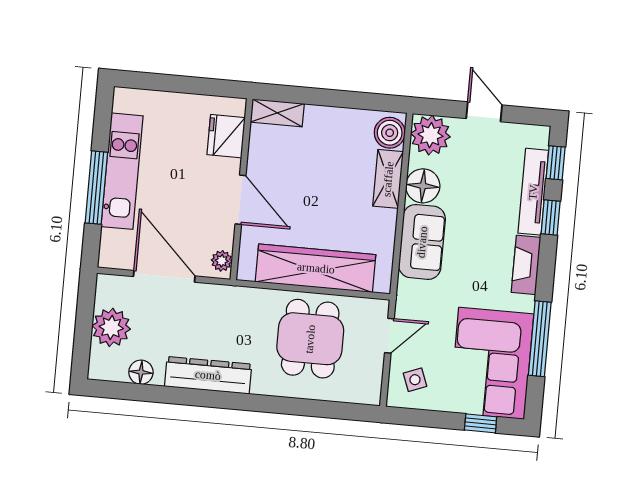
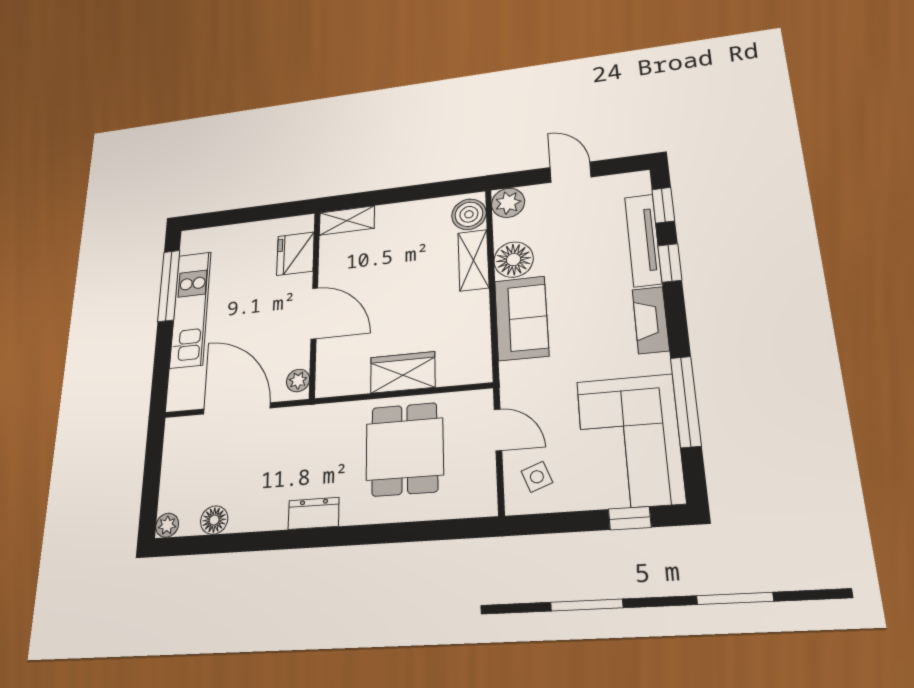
plant: (430, 135) -> (508, 203), width x0.73, depth x0.73
window: (96, 188) -> (169, 286), moved
wardrobe: (316, 268) -> (403, 372), width x0.48, depth x0.85
plant: (111, 327) -> (167, 525), moved, width x0.53, depth x0.53
door: (389, 336) -> (498, 430), hinge flipped
dresser: (208, 375) -> (314, 513), width x0.51, depth x0.80

